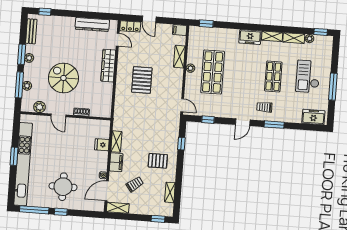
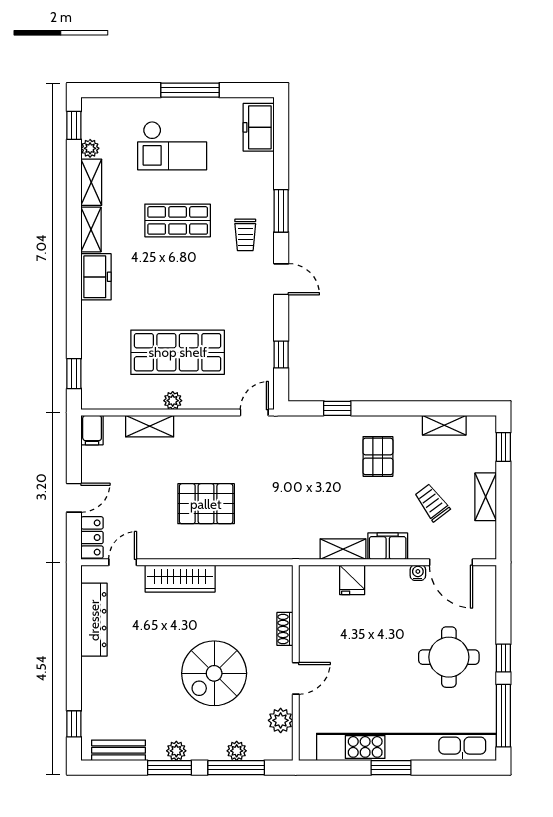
shelving: (118, 208) -> (486, 497), moved

